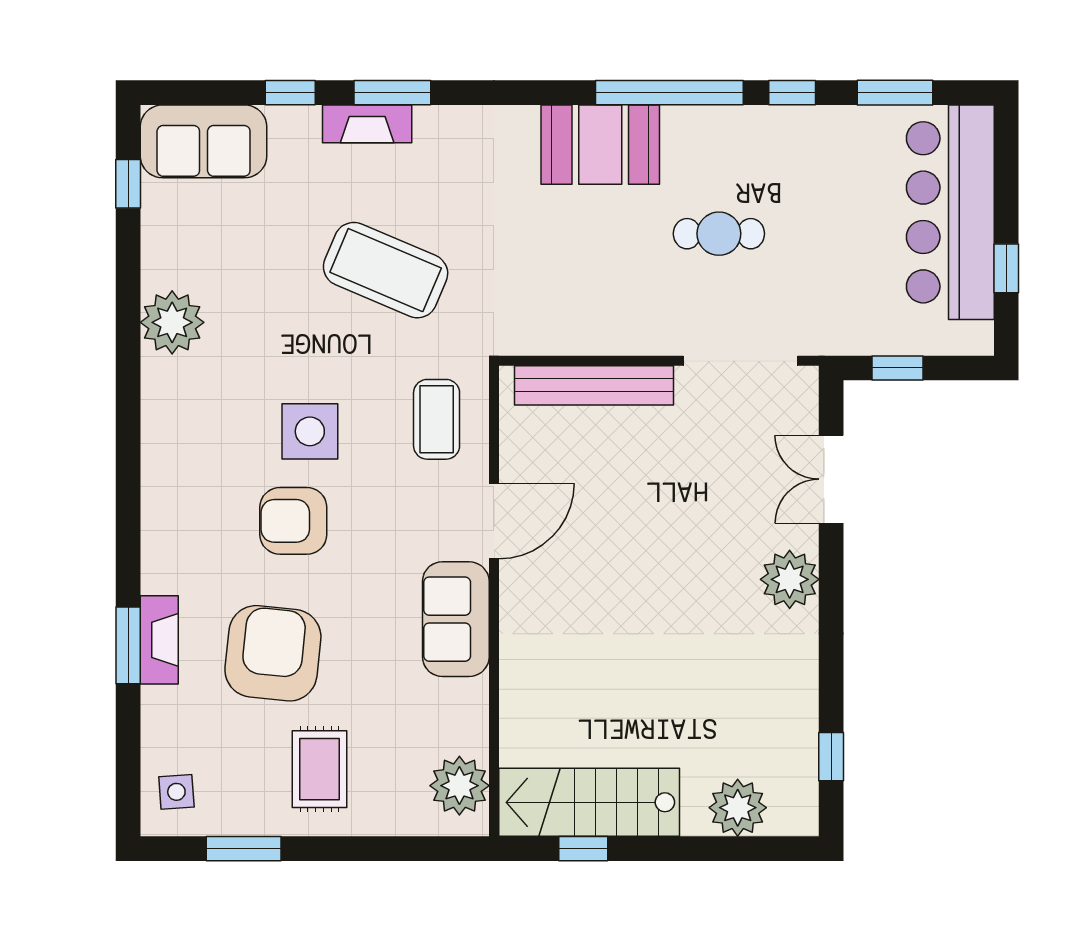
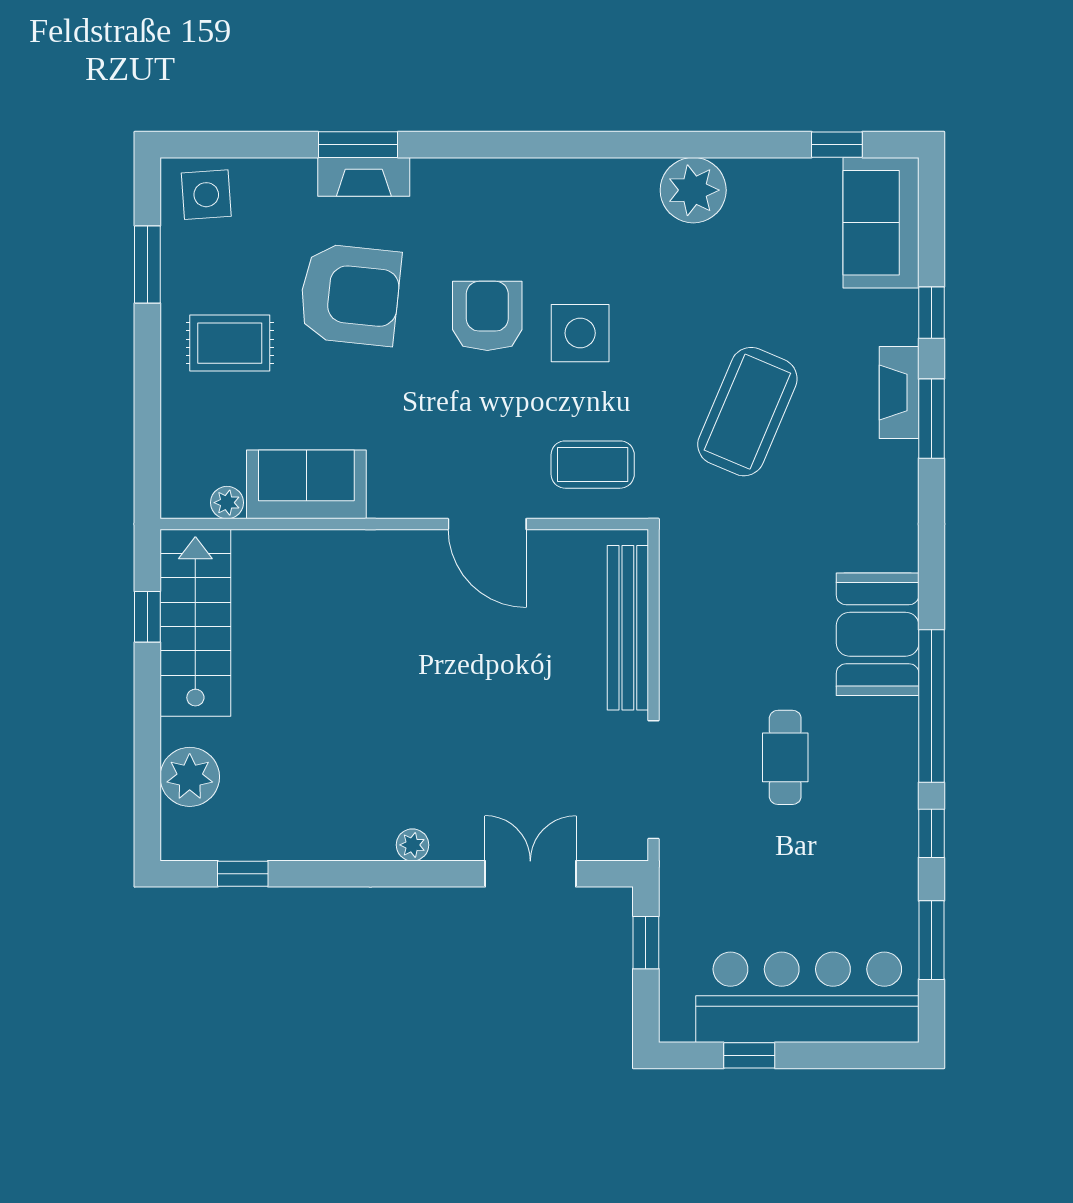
plant: (790, 579) -> (412, 845), width x0.53, depth x0.53
sofa: (456, 619) -> (306, 484), moved
plant: (459, 786) -> (227, 503), width x0.53, depth x0.53
side table: (176, 792) -> (206, 195), width x1.37, depth x1.37

